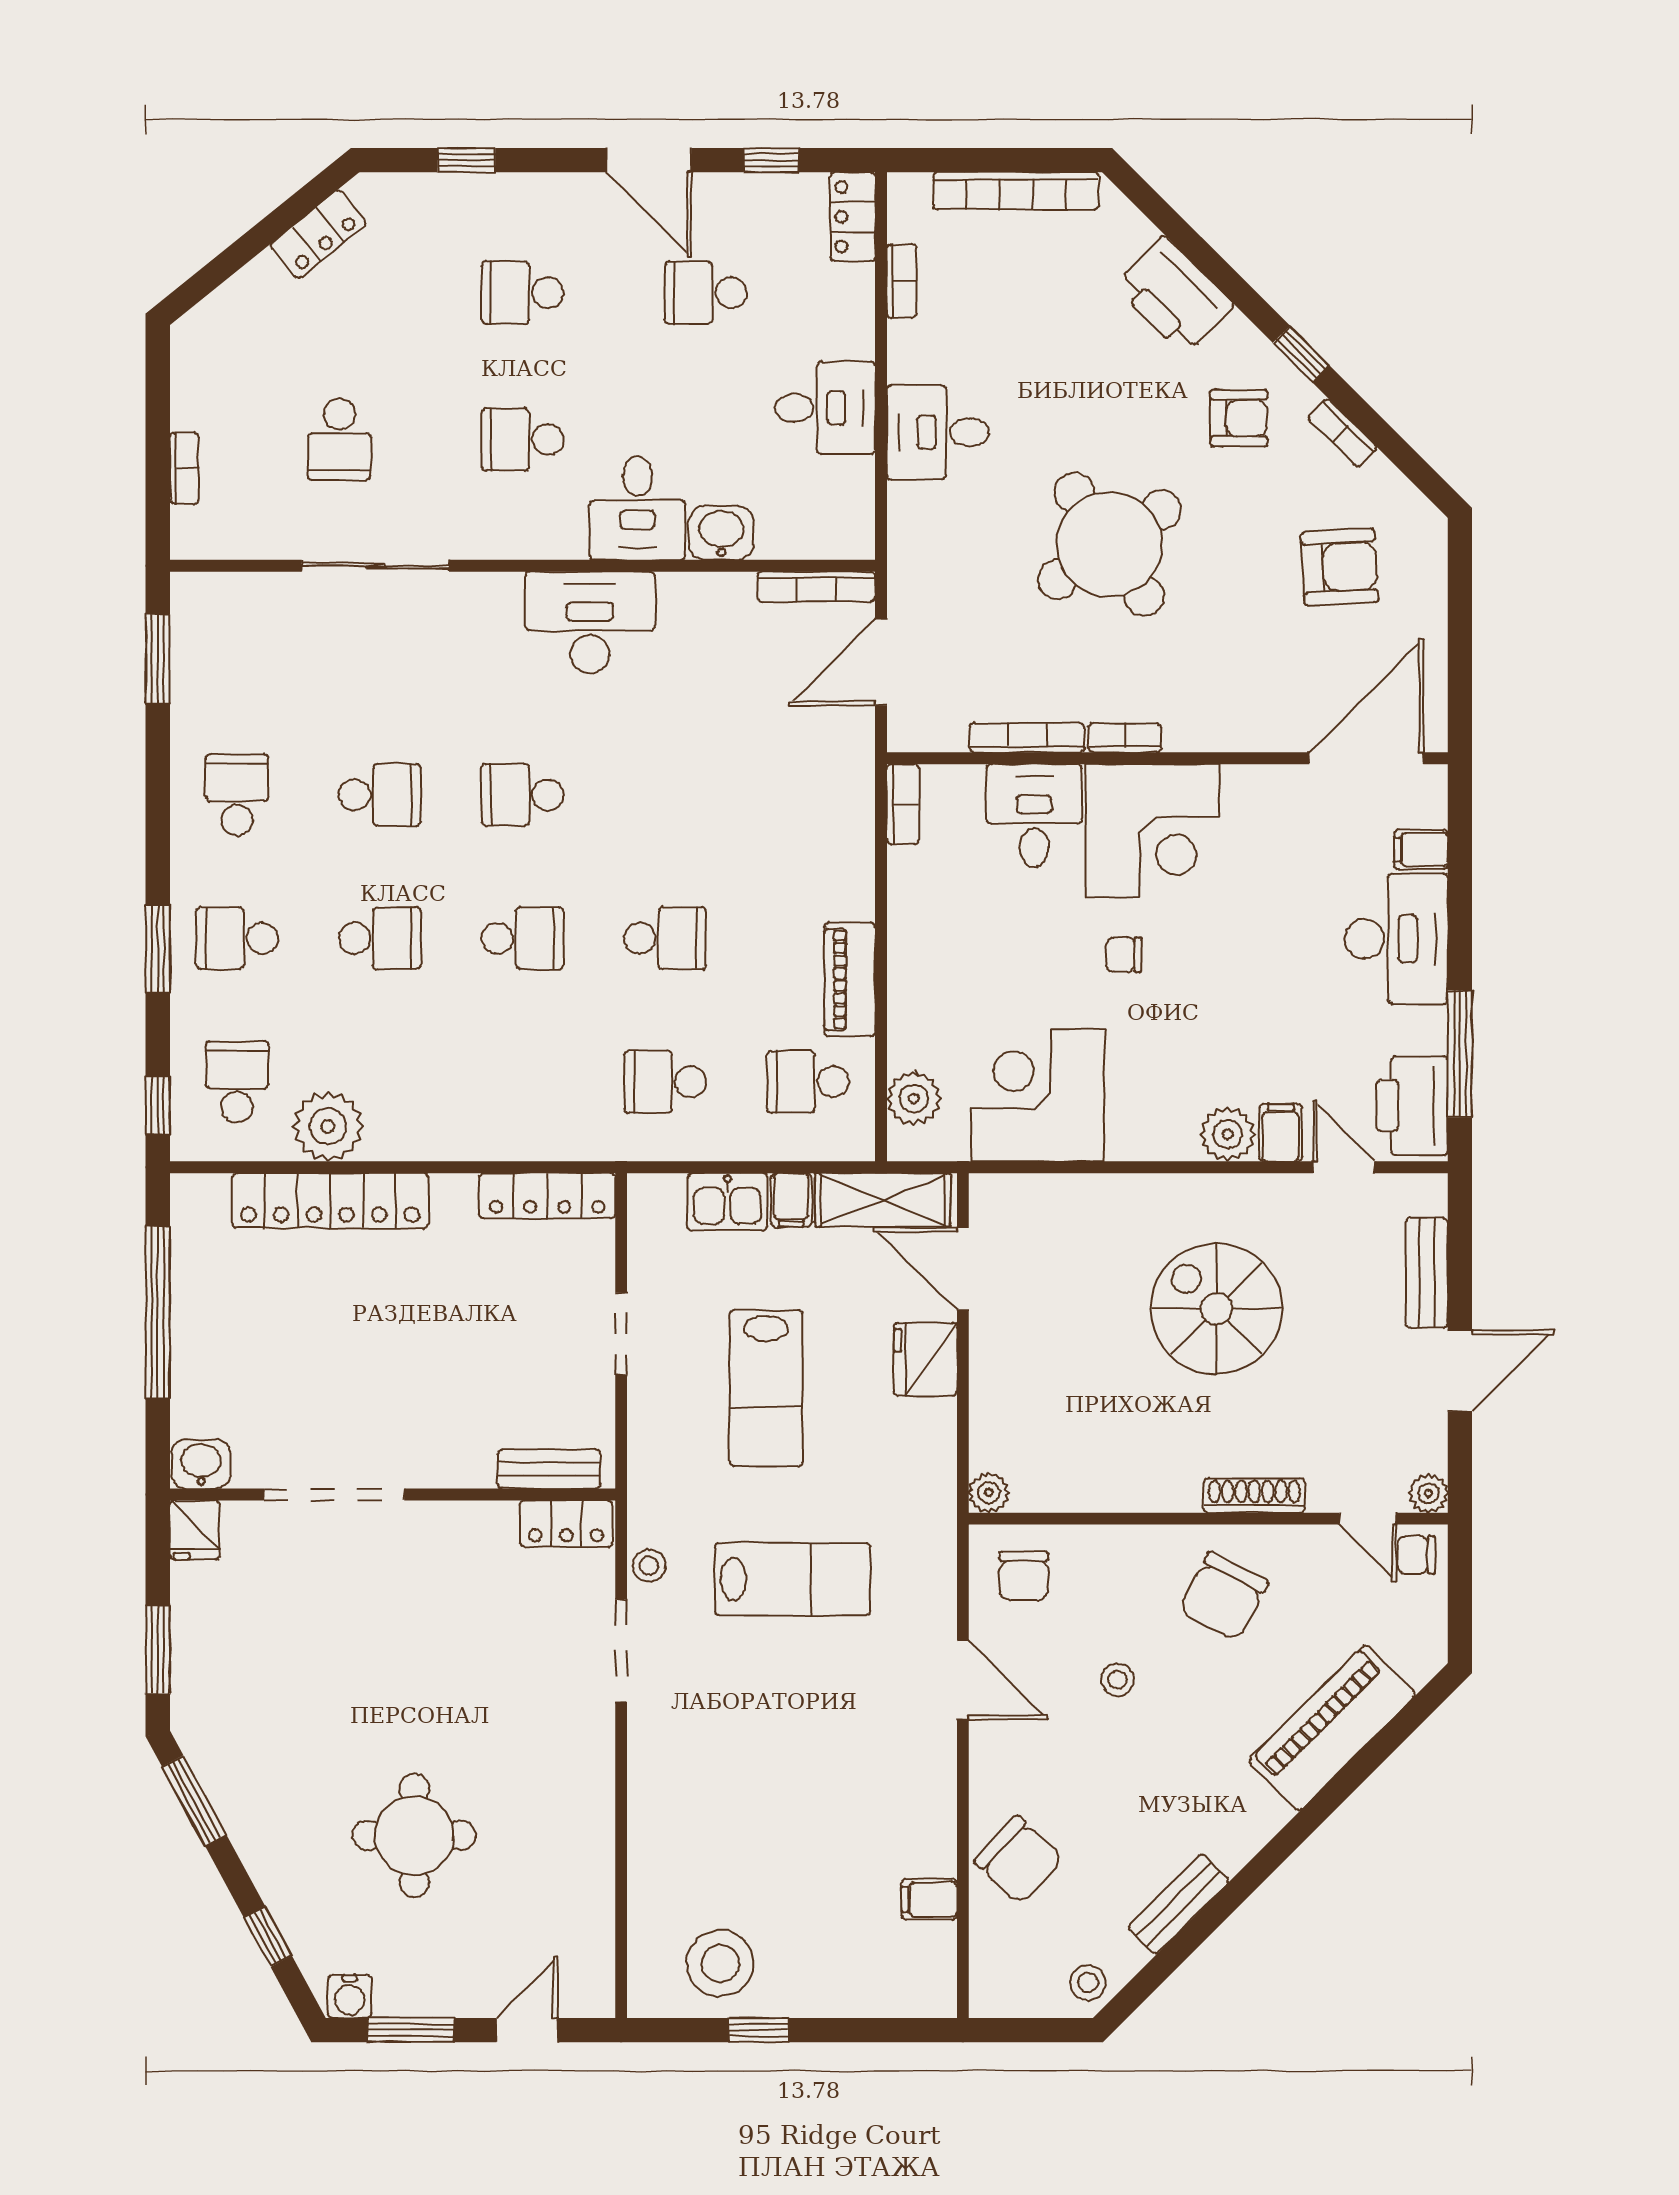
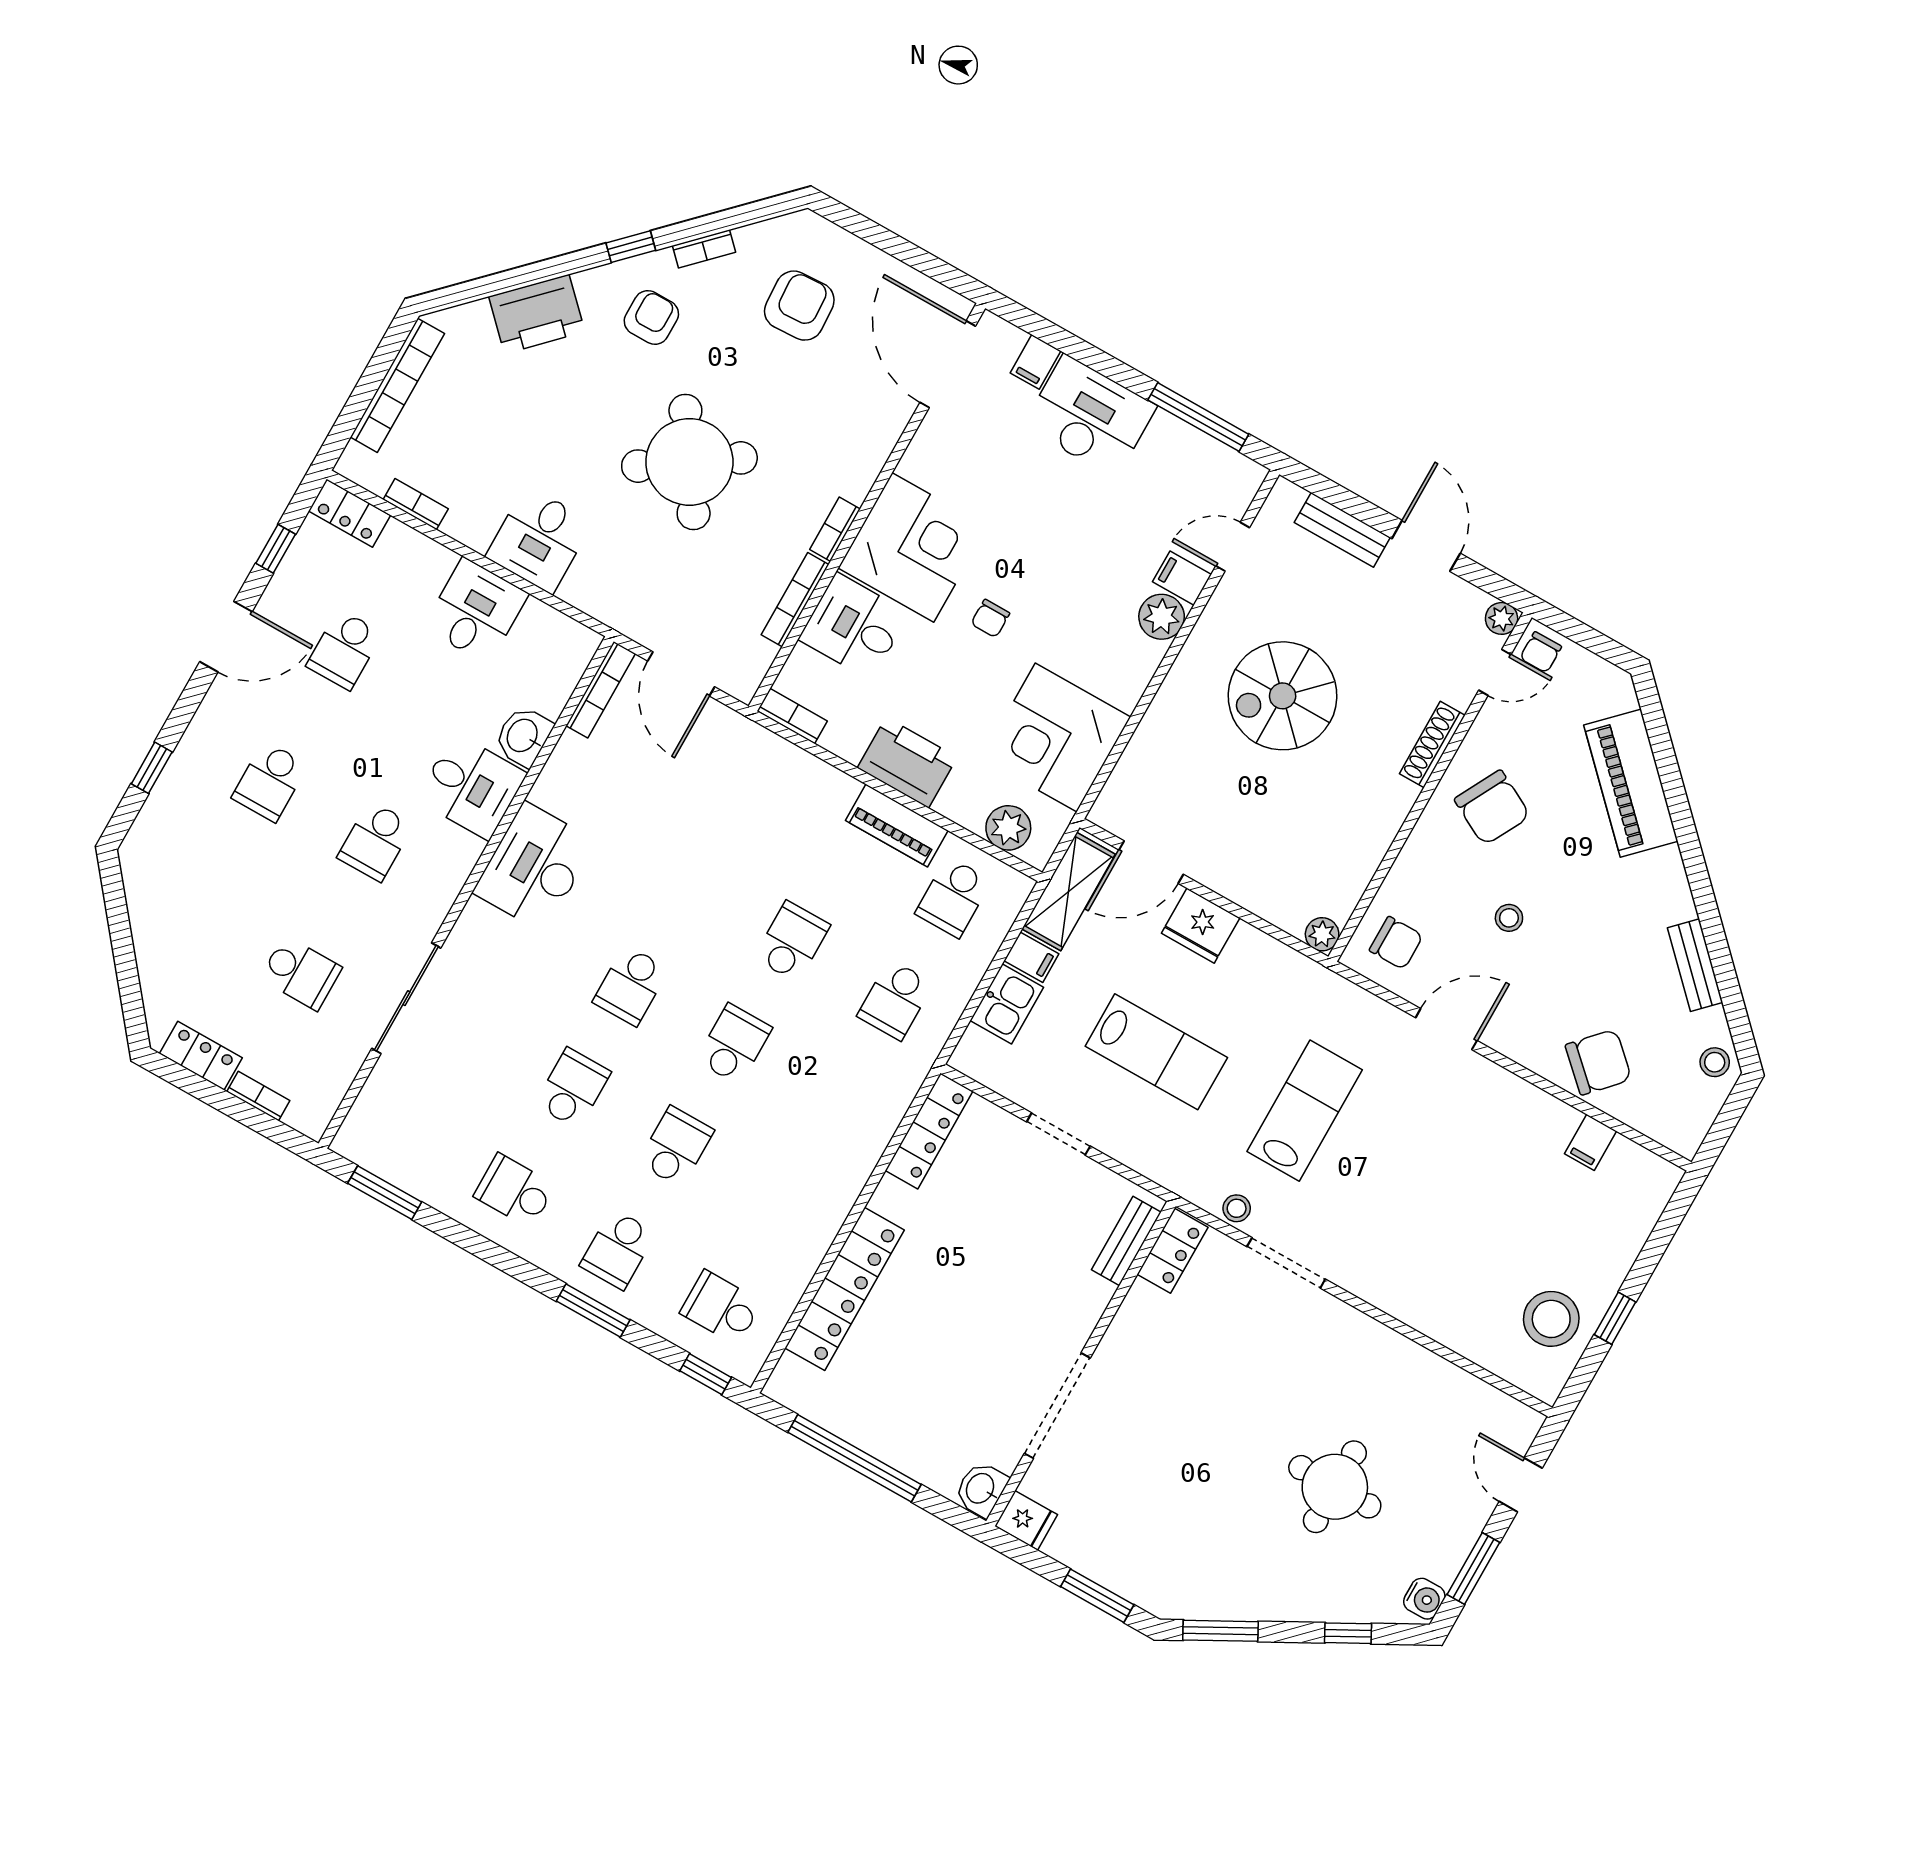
locker: (318, 234) -> (201, 1056), moved, turned -51
printer: (1412, 1106) -> (907, 763), moved, turned 180
plant: (328, 1126) -> (790, 1260), removed

